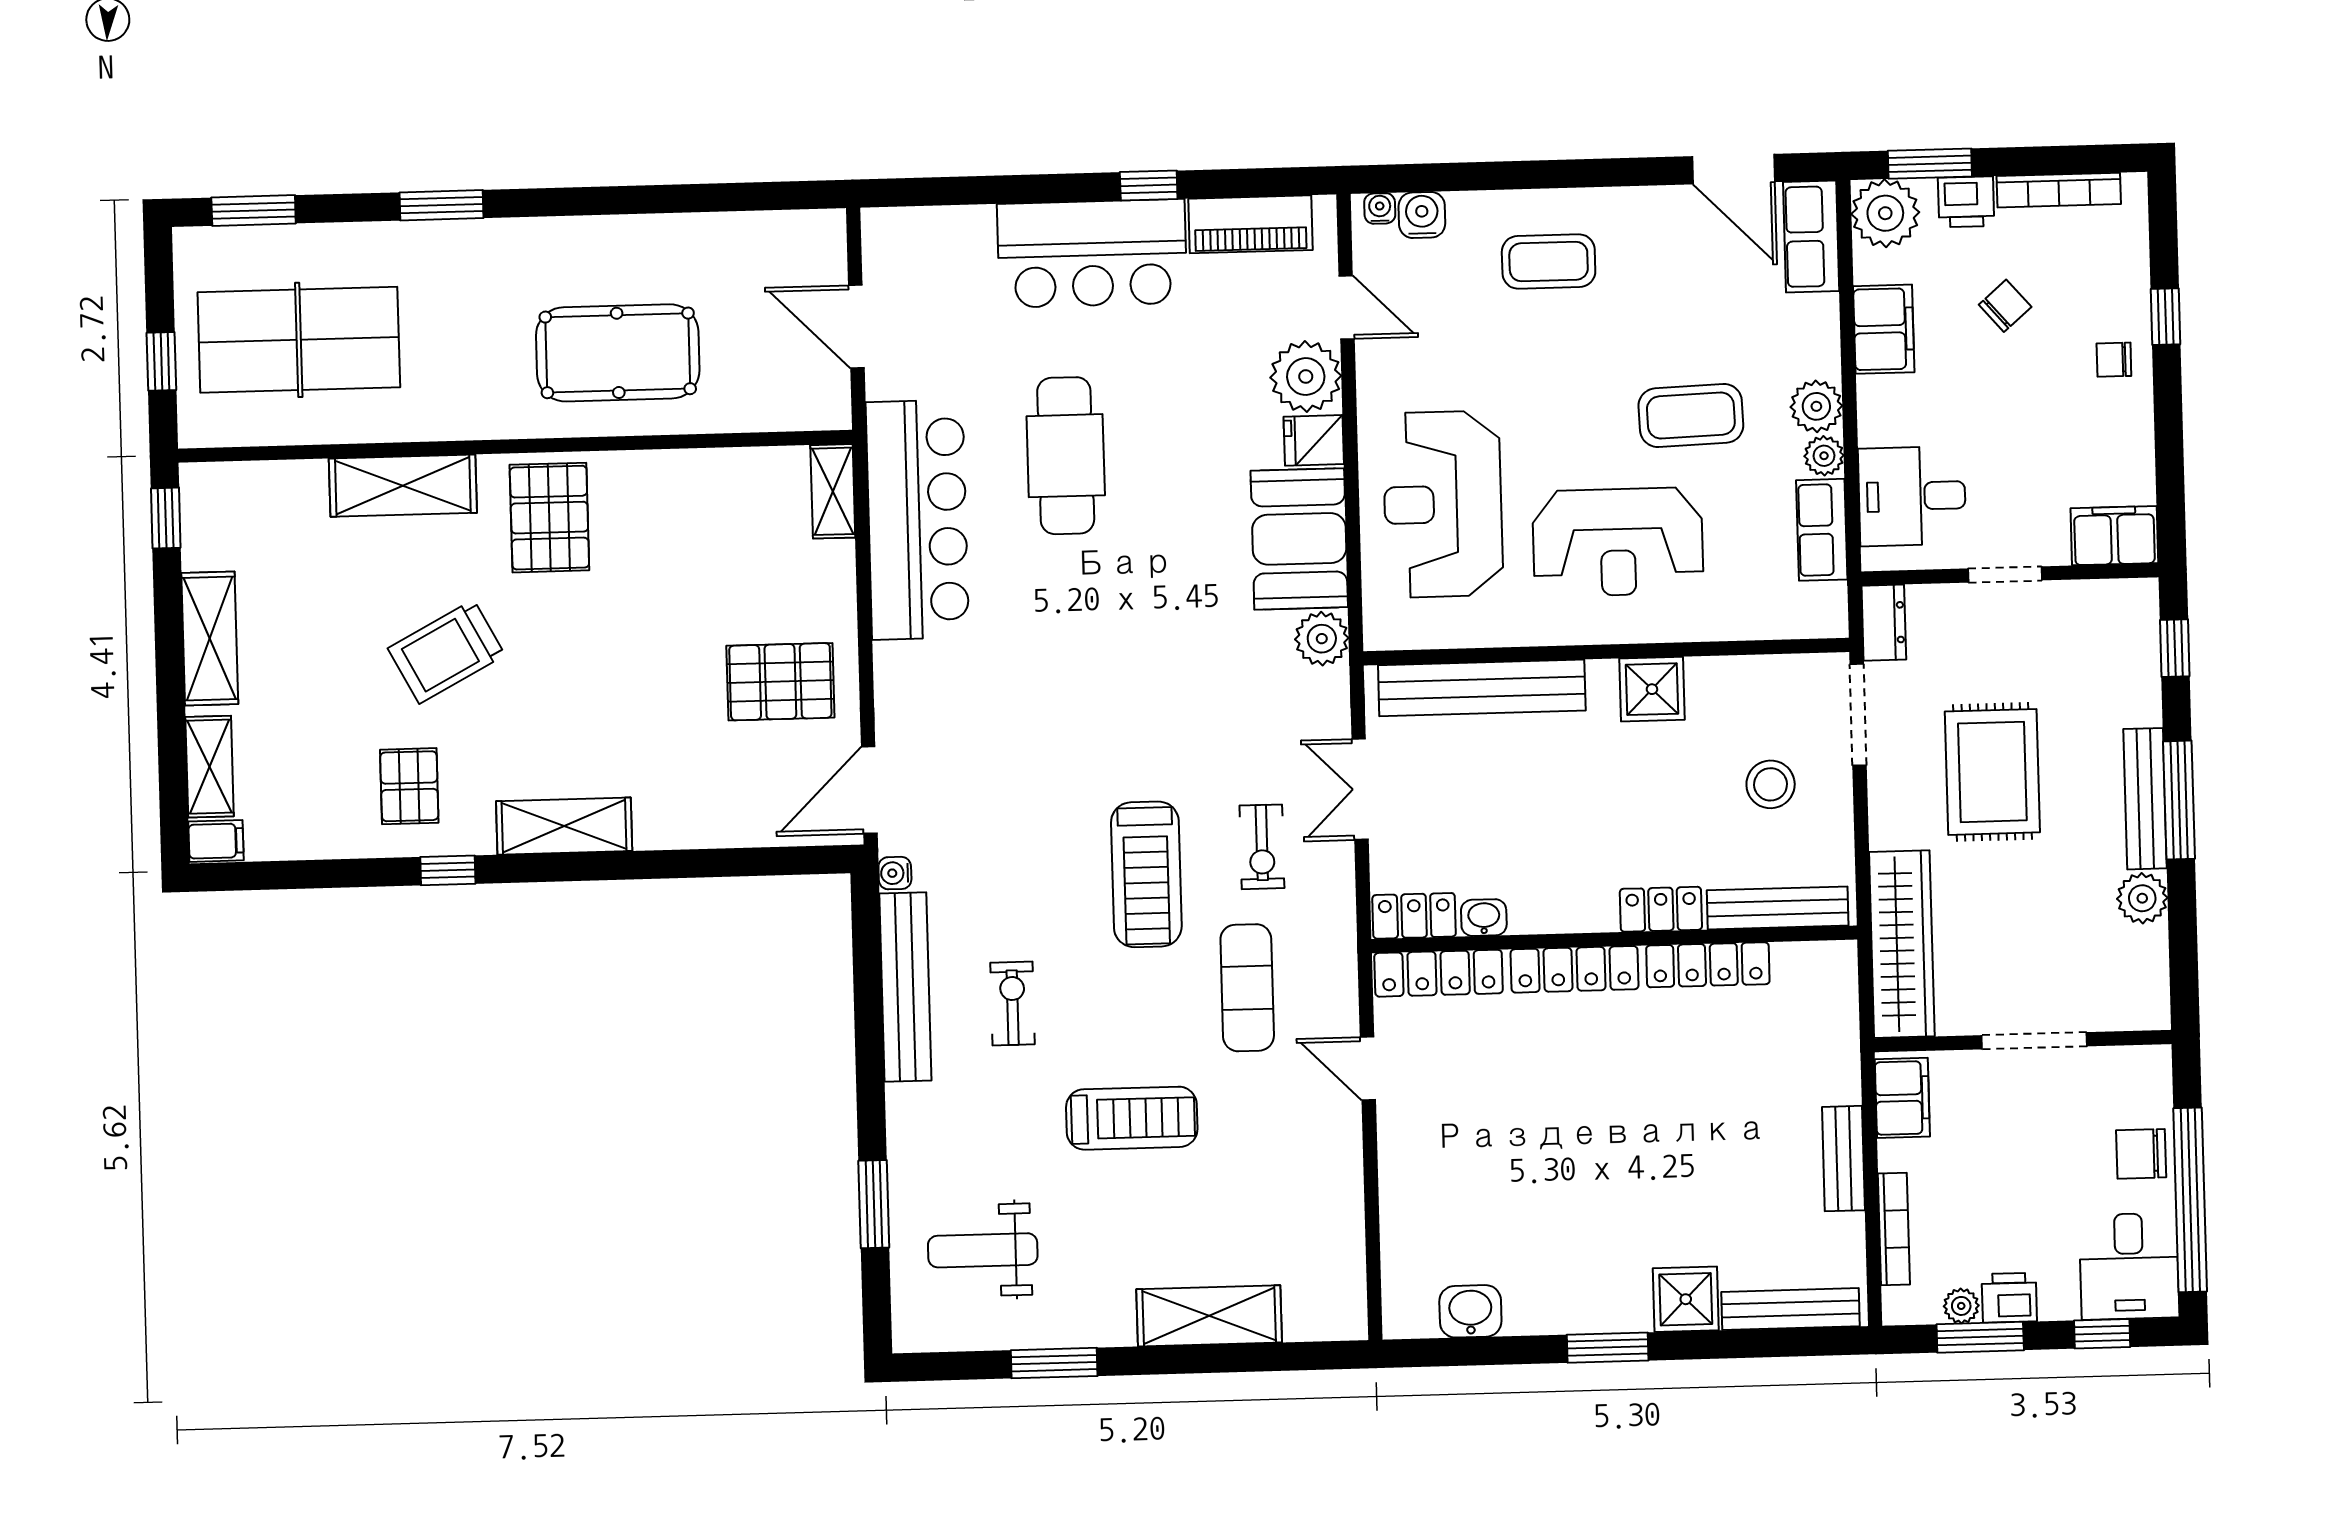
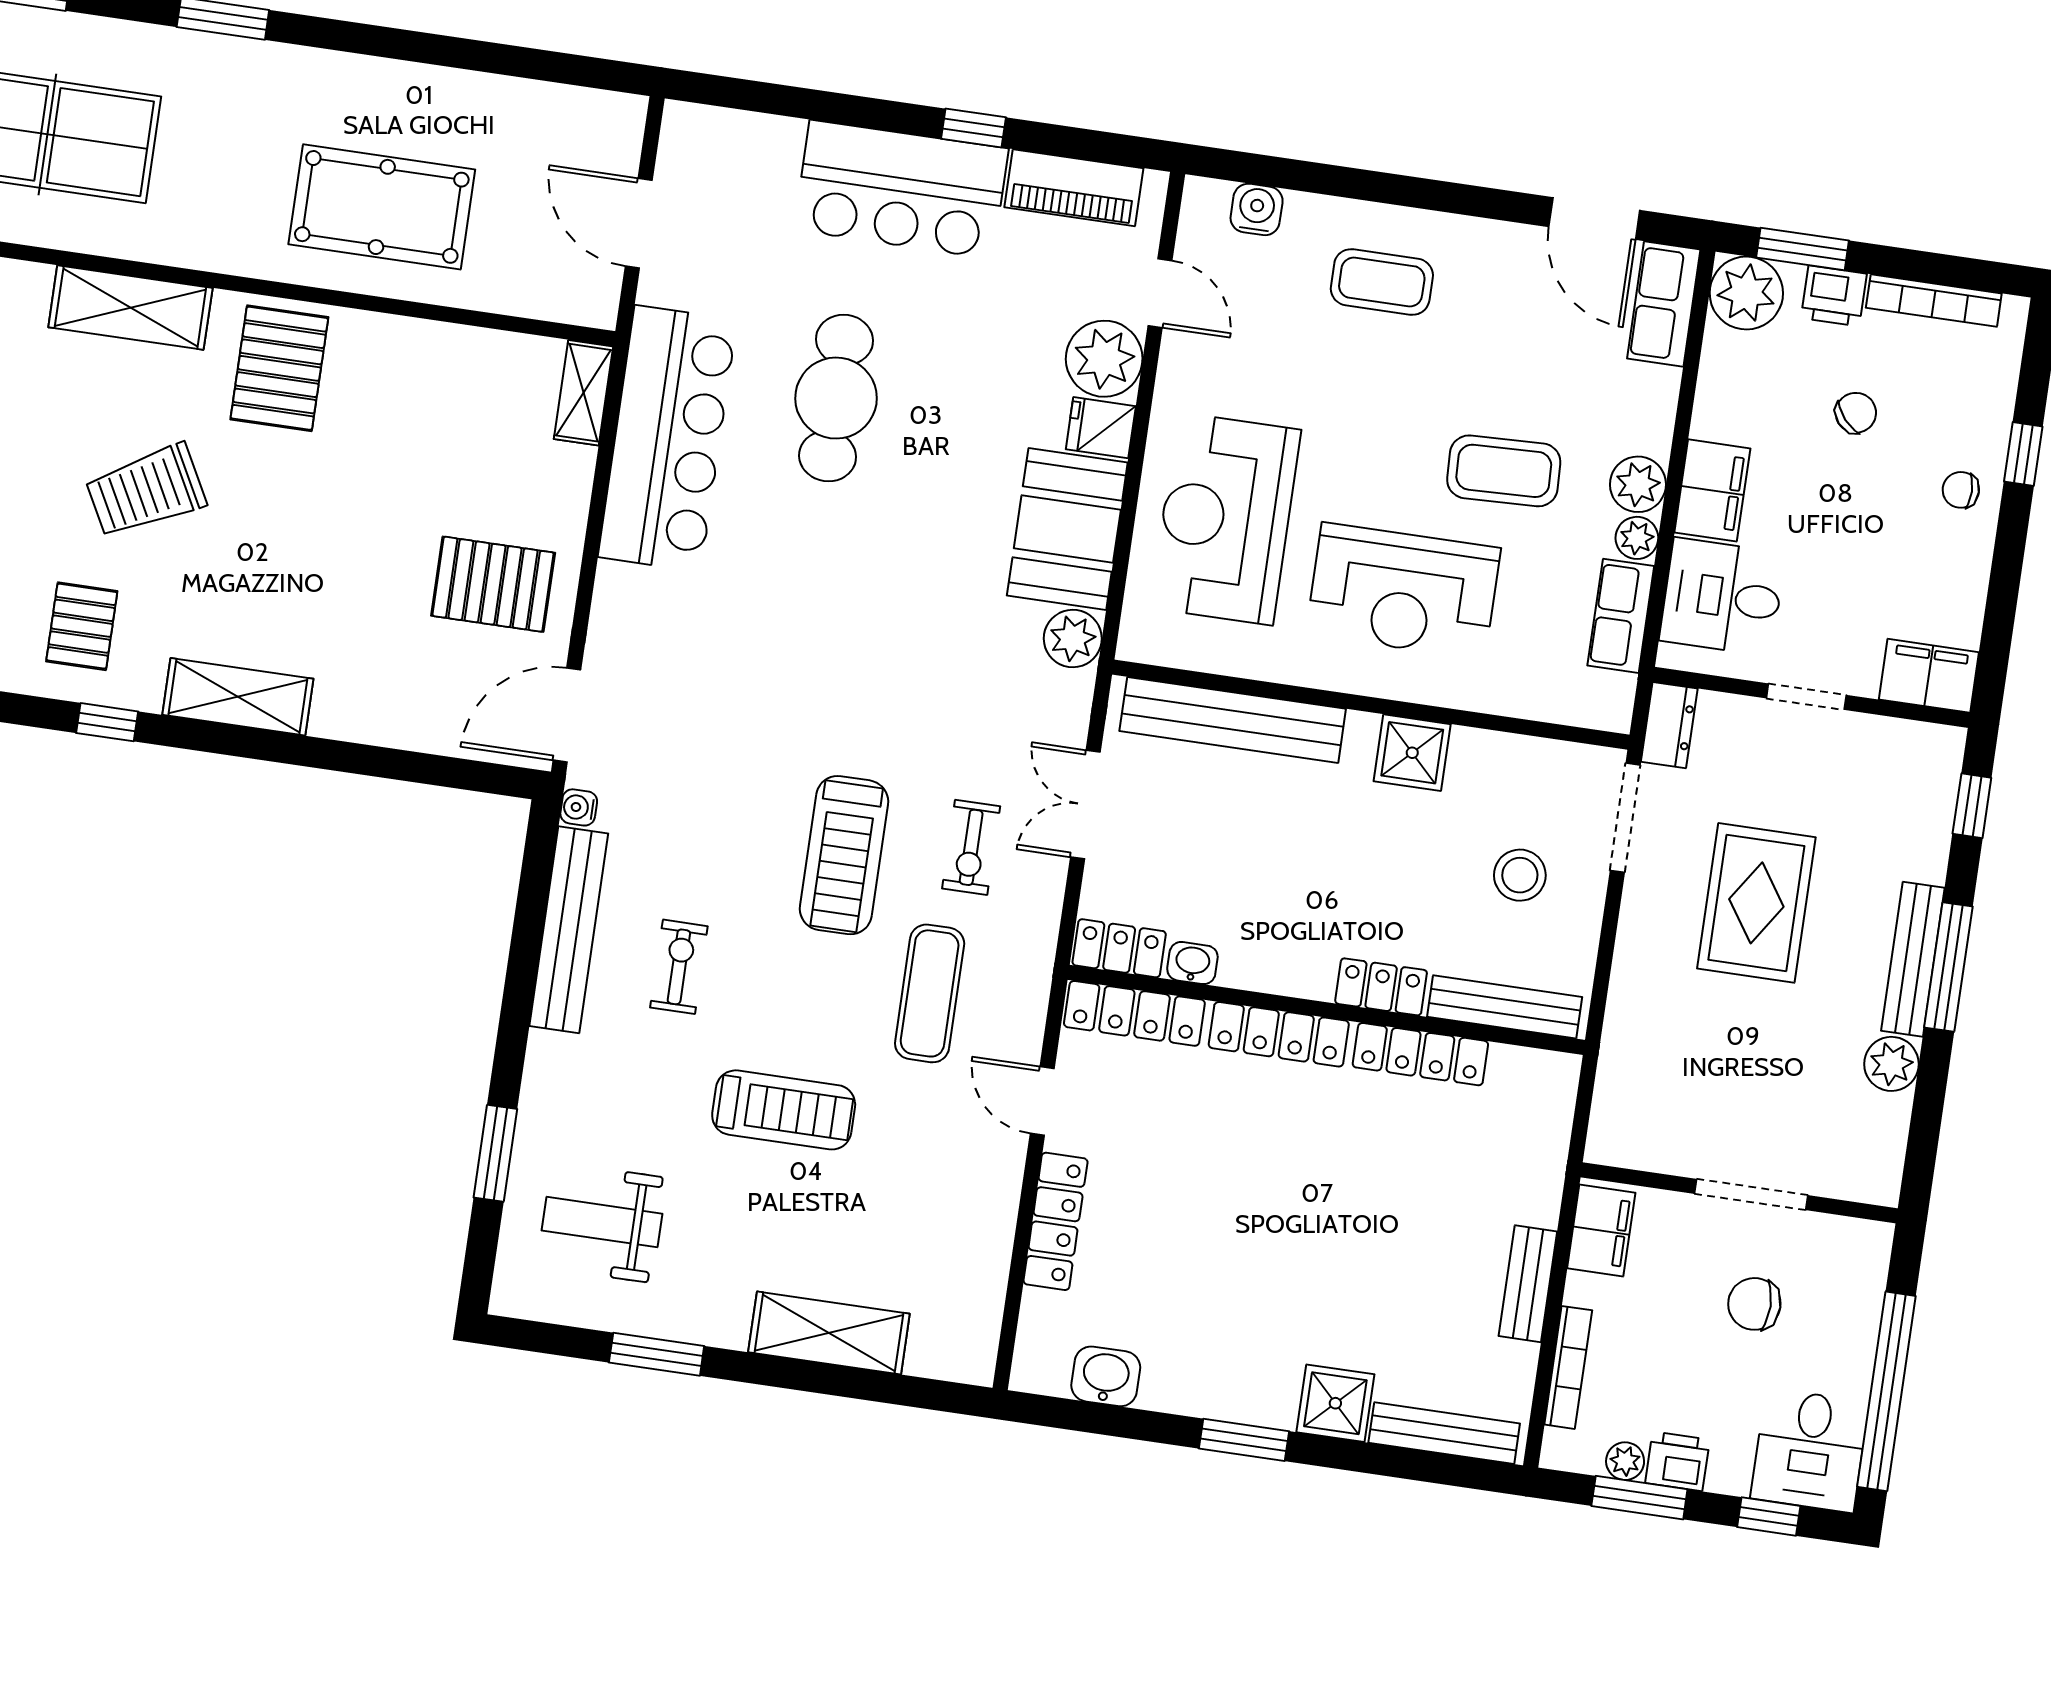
water cooler: (1380, 208) -> (1213, 195), removed
filing cabinet: (1884, 329) -> (1712, 490), moved
wardrobe: (1902, 944) -> (1629, 1068), removed
chair: (2141, 1154) -> (1754, 1304), moved
locker: (1399, 1177) -> (1056, 1221), added

